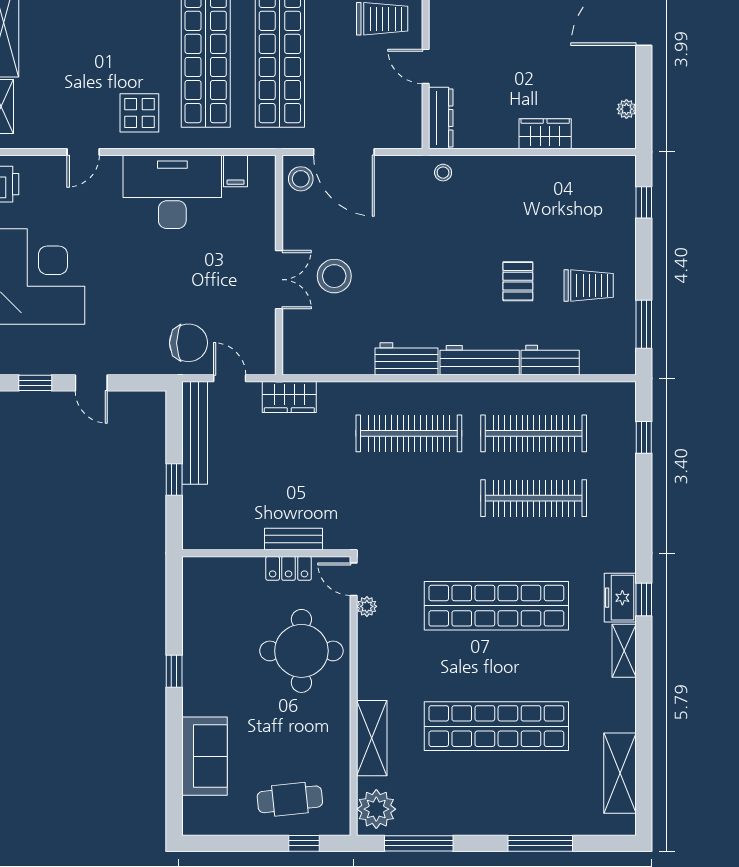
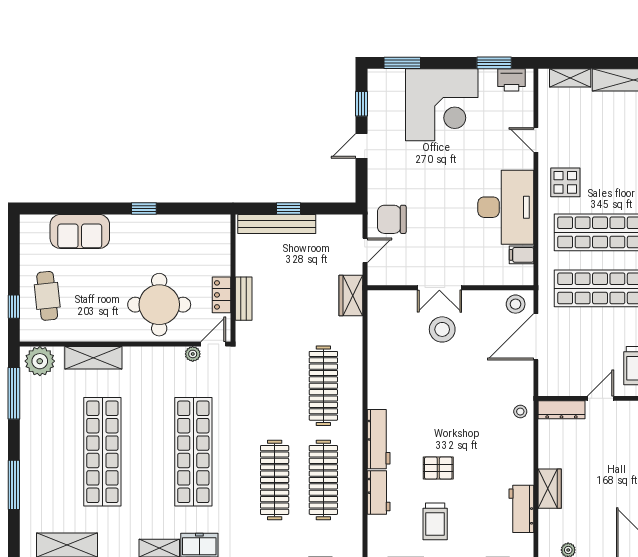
chair: (188, 343) -> (392, 219), turned 90
workbench: (407, 359) -> (521, 509), moved, turned 180
bench: (195, 433) -> (277, 224), moved

